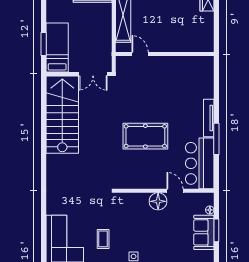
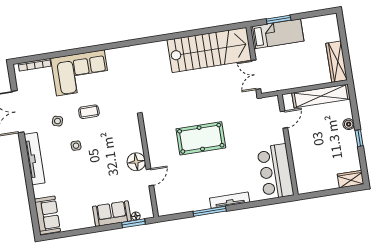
pool table: (145, 136) -> (201, 138), turned 90
bar counter: (200, 163) -> (275, 172), moved, turned -90
window: (216, 230) -> (134, 223), moved

